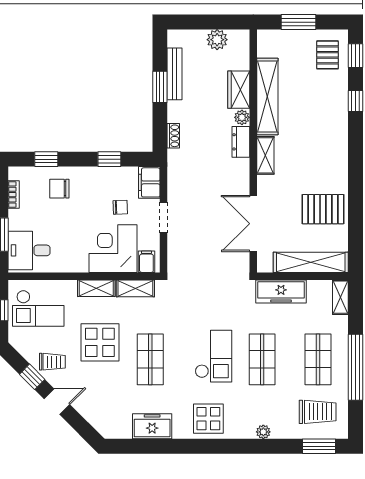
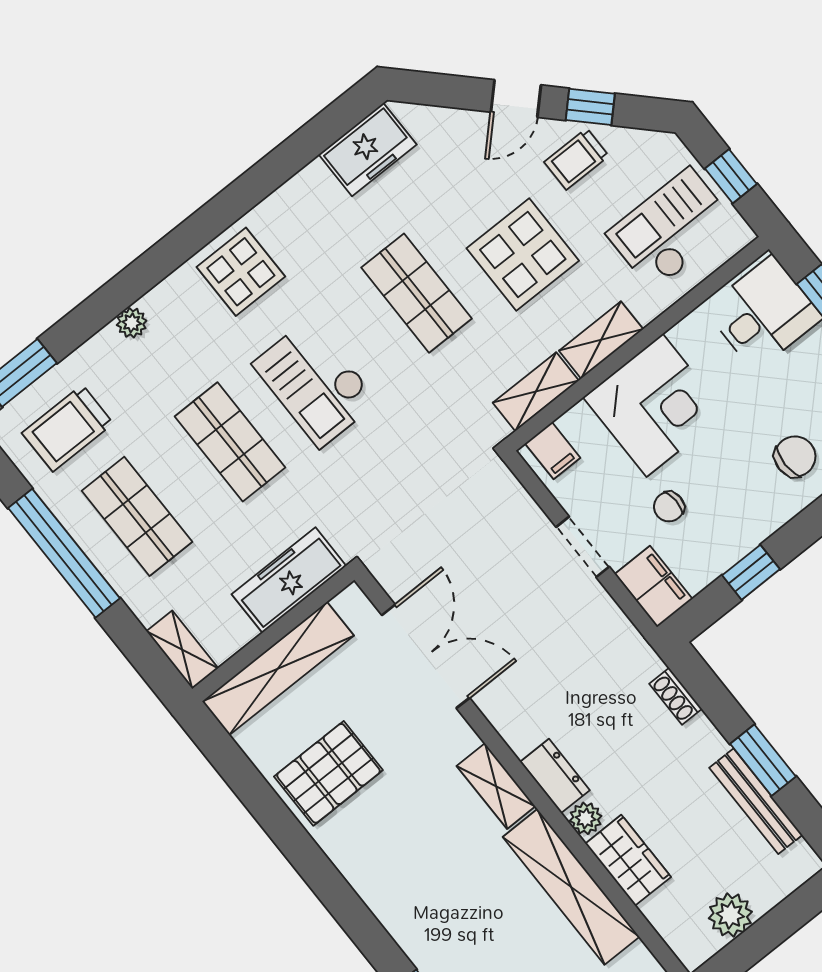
corner desk: (113, 249) -> (655, 405), moved
freezer: (152, 426) -> (368, 150), moved

